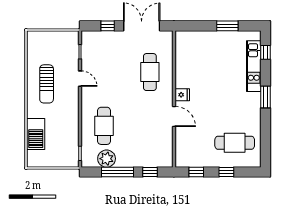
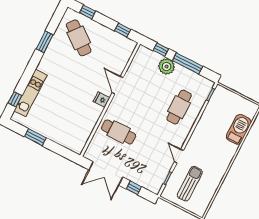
cafe table: (150, 72) -> (119, 132), turned 90
sun lounger: (47, 84) -> (190, 184), moved
window: (266, 97) -> (45, 42), moved
cafe table: (235, 143) -> (79, 38), turned 38
plant: (107, 159) -> (167, 66), moved
window: (226, 172) -> (88, 12), moved

